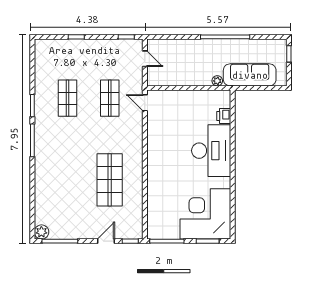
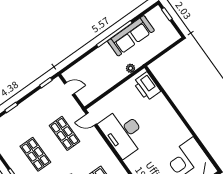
sofa: (250, 75) -> (131, 36), moved, turned 180
printer: (224, 116) -> (147, 86), width x1.87, depth x1.48
desk: (211, 151) -> (123, 133), moved, turned 180

